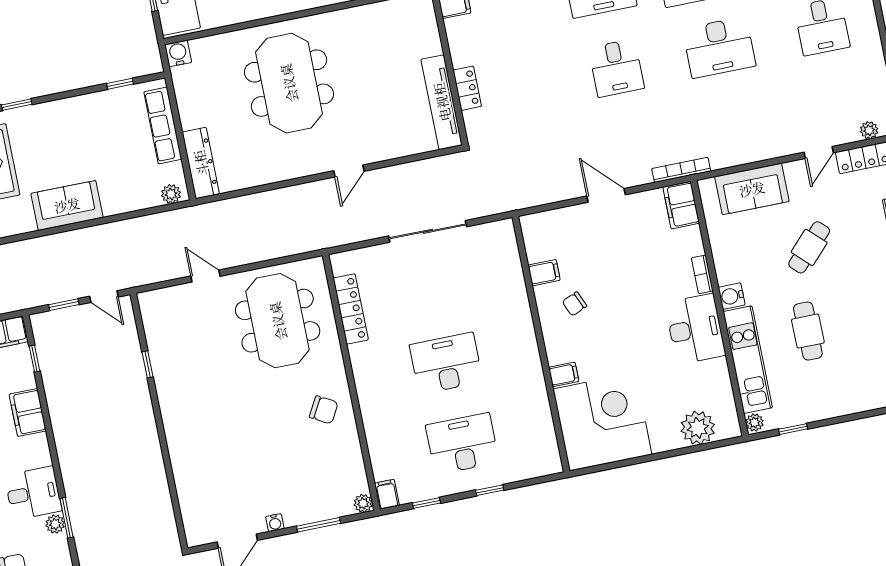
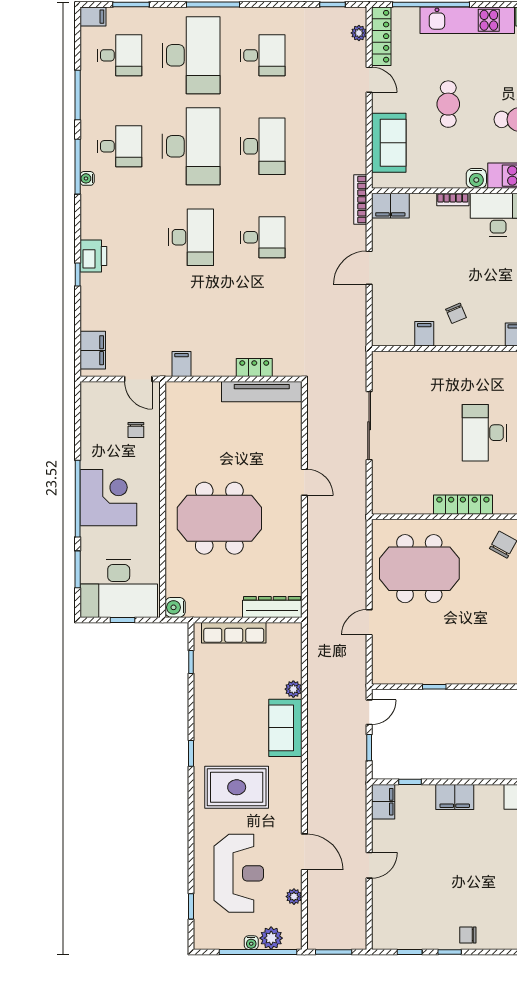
plant: (171, 194) -> (293, 689), moved
cafe table: (809, 247) -> (448, 104), turned 46
locker: (351, 309) -> (463, 505), moved

